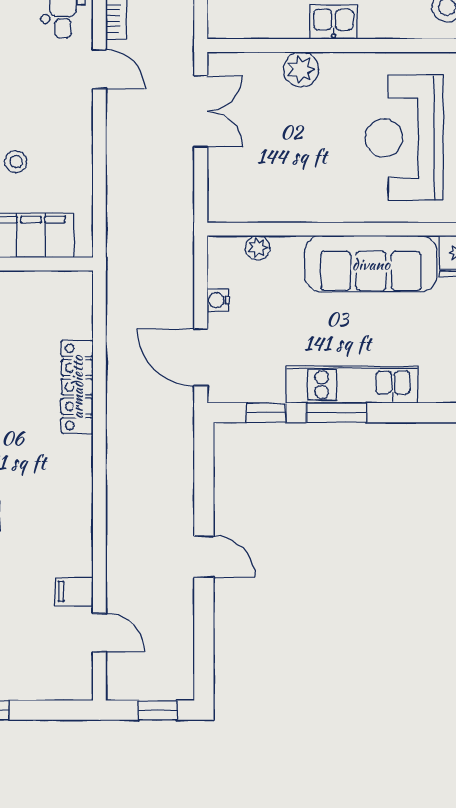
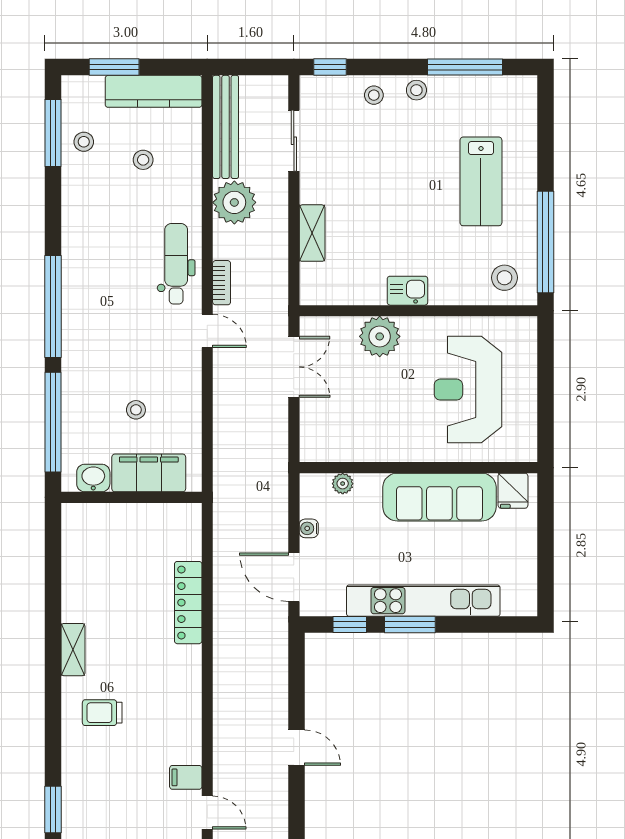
plant: (301, 69) -> (380, 336), width x1.36, depth x1.36
kitchen unit: (352, 385) -> (423, 601), width x1.36

